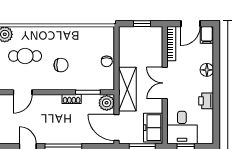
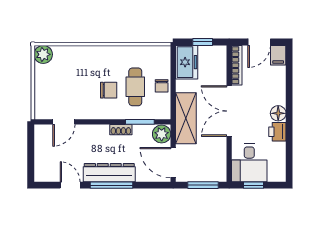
cafe table: (25, 56) -> (135, 87), moved, turned 90
floor lamp: (207, 70) -> (278, 113), moved
double door: (165, 83) -> (229, 111), width x1.37
freezer: (153, 128) -> (187, 62), moved, turned 180
dresser: (62, 136) -> (109, 173), added

